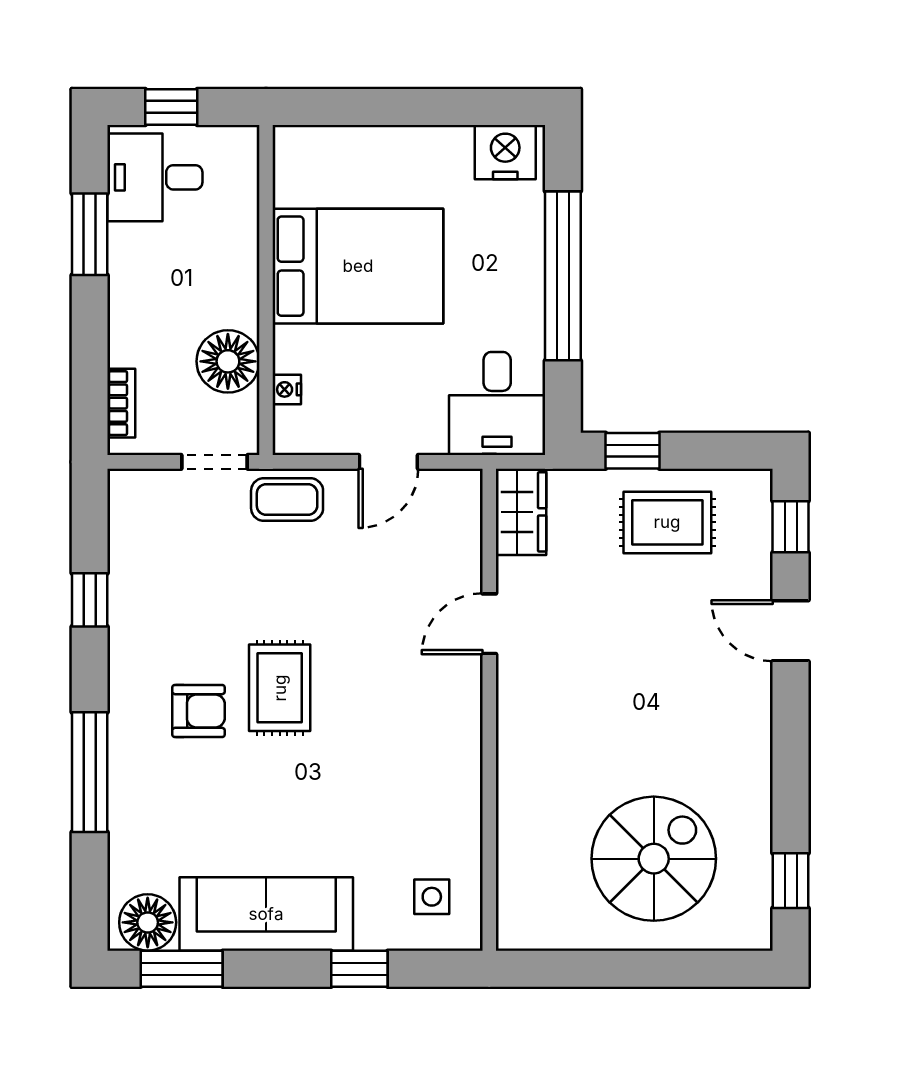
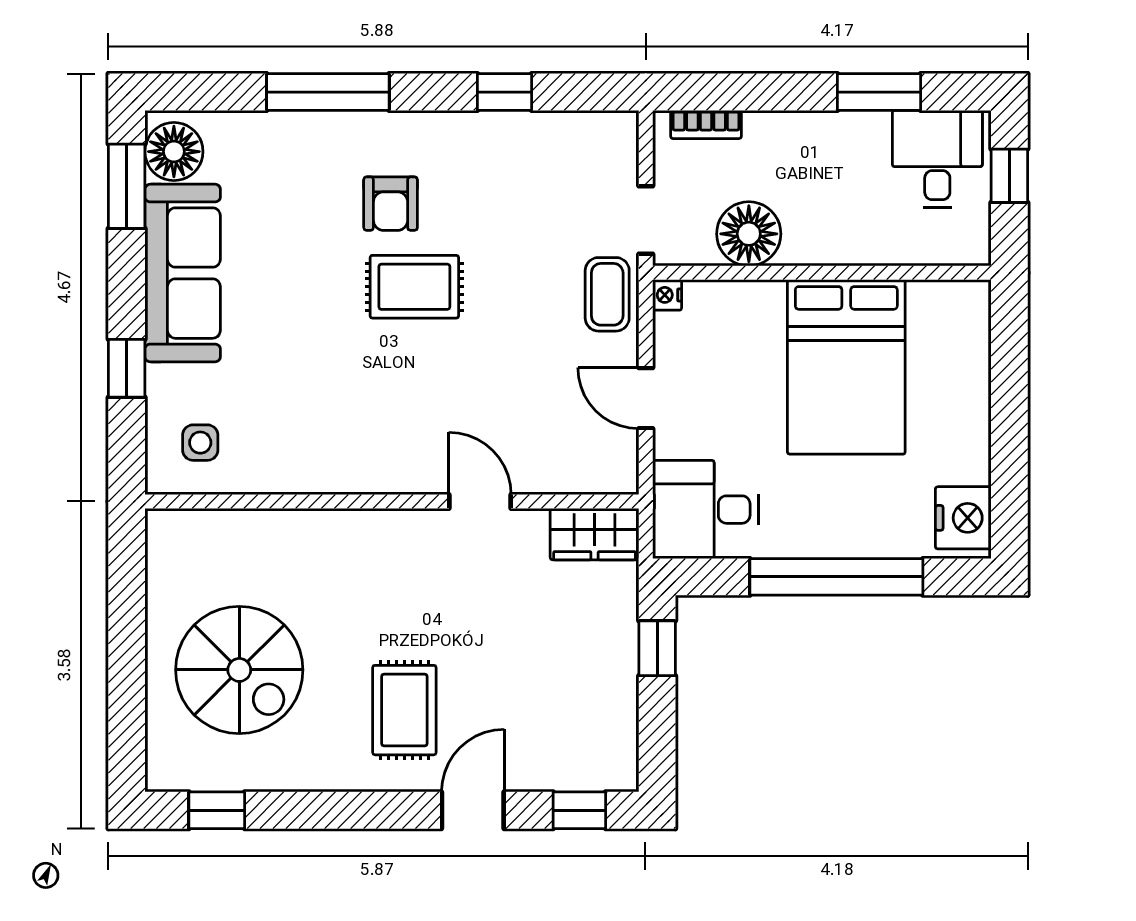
nightstand: (287, 389) -> (667, 295), moved, turned -90
rug: (667, 522) -> (404, 710), moved

